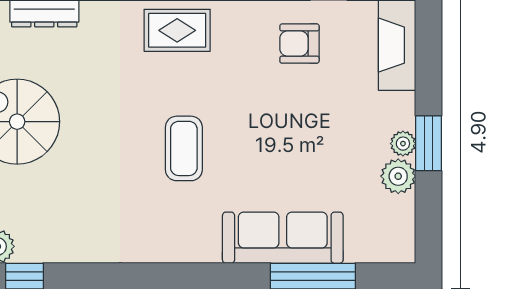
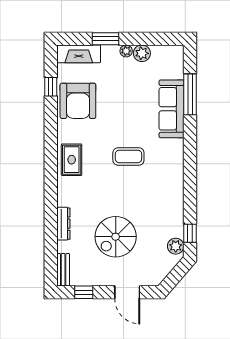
armchair: (299, 44) -> (78, 101), width x1.88, depth x1.88
window: (428, 143) -> (106, 39), moved

